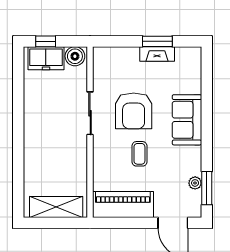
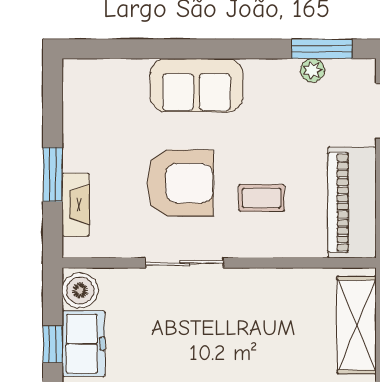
window: (157, 41) -> (53, 175), moved
fireplace: (157, 54) -> (76, 205), moved
coffee table: (139, 154) -> (262, 198), moved

